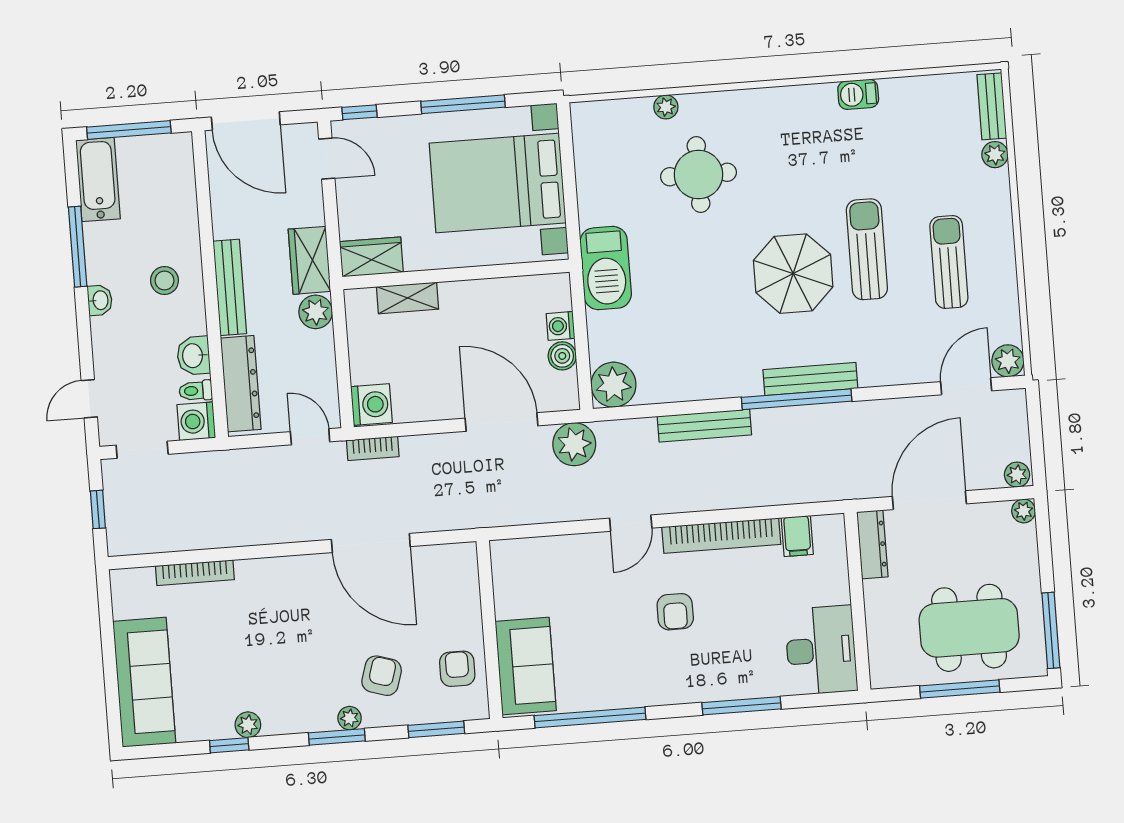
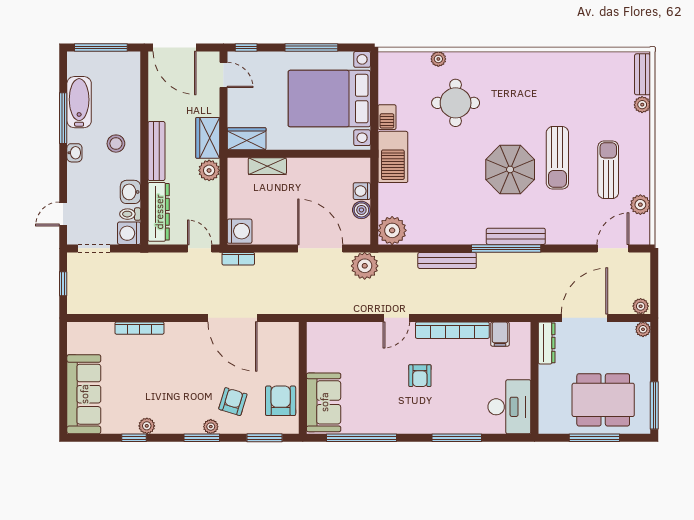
barbecue: (858, 94) -> (387, 117), moved, turned -90
bathtub: (98, 179) -> (79, 102), moved
sun lounger: (867, 249) -> (557, 158), turned 180
plant: (1008, 361) -> (640, 205), moved
bookcase: (195, 573) -> (139, 328), moved
armchair: (457, 669) -> (281, 401), width x1.38, depth x1.38

